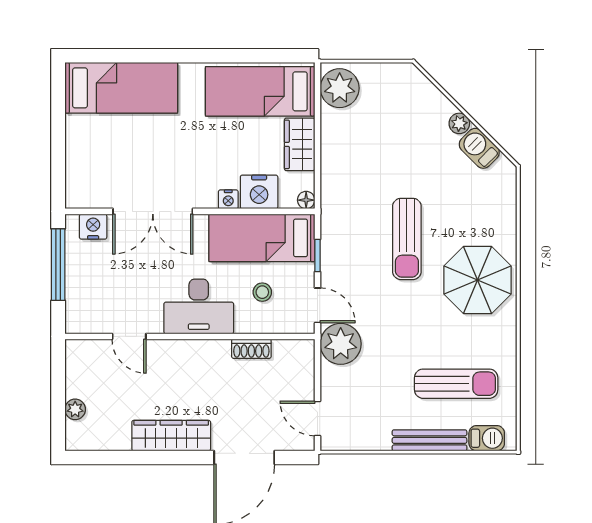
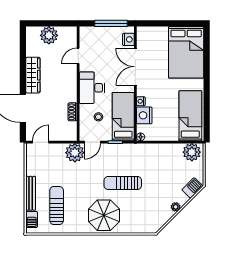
bed: (121, 88) -> (186, 52), width x1.50
wardrobe: (300, 144) -> (166, 134), removed
barbecue: (479, 148) -> (192, 188), moved
sun lounger: (456, 384) -> (57, 205), turned 180
plant: (75, 409) -> (49, 35), width x1.88, depth x1.88

